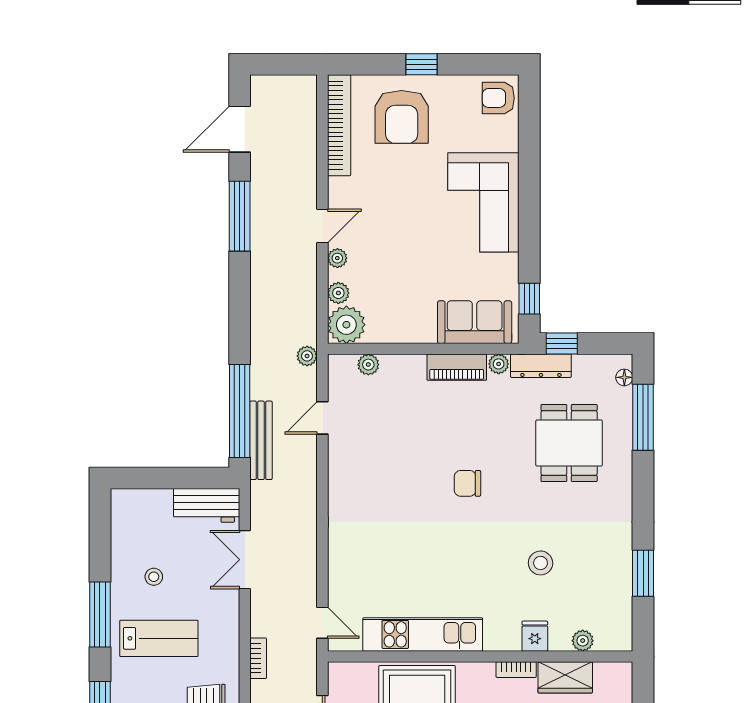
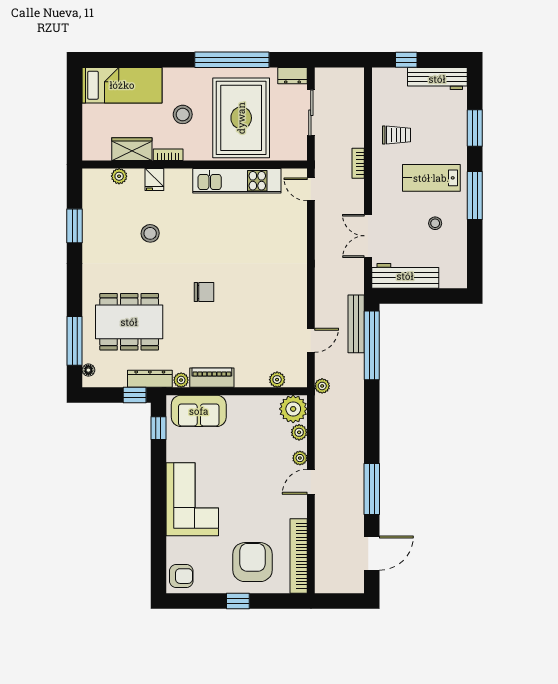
dining table: (569, 443) -> (129, 322), width x1.38
workbench: (207, 505) -> (405, 276), width x1.38
double door: (245, 560) -> (368, 236), swing flipped

